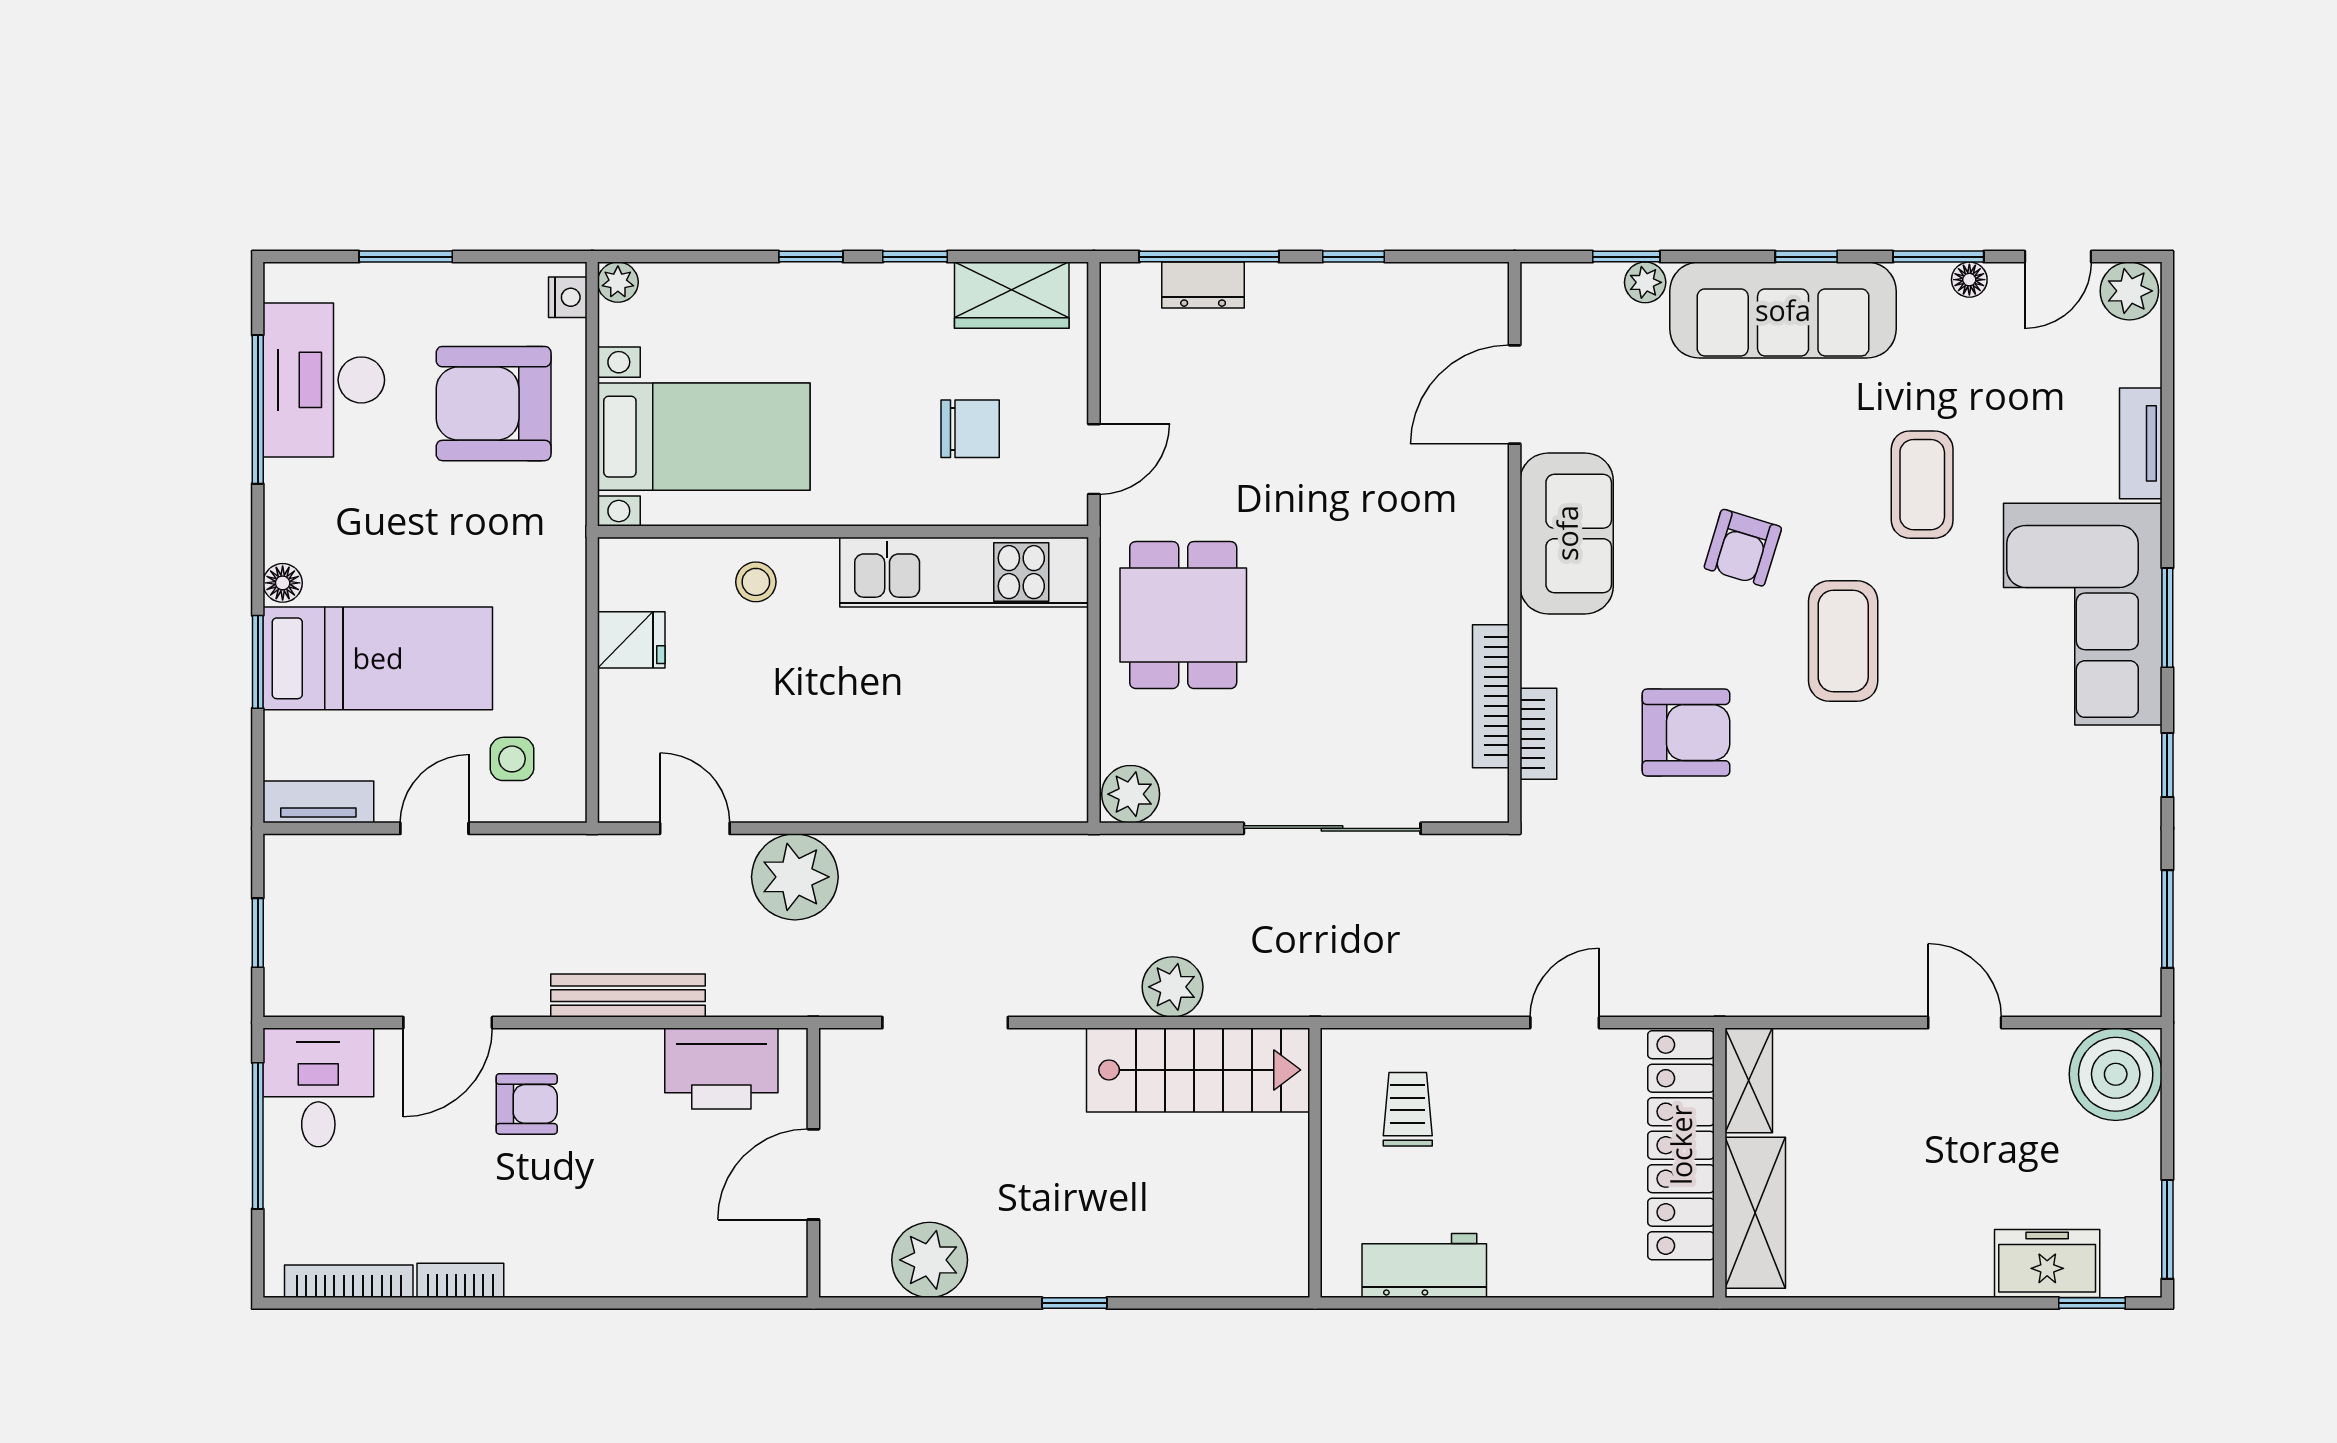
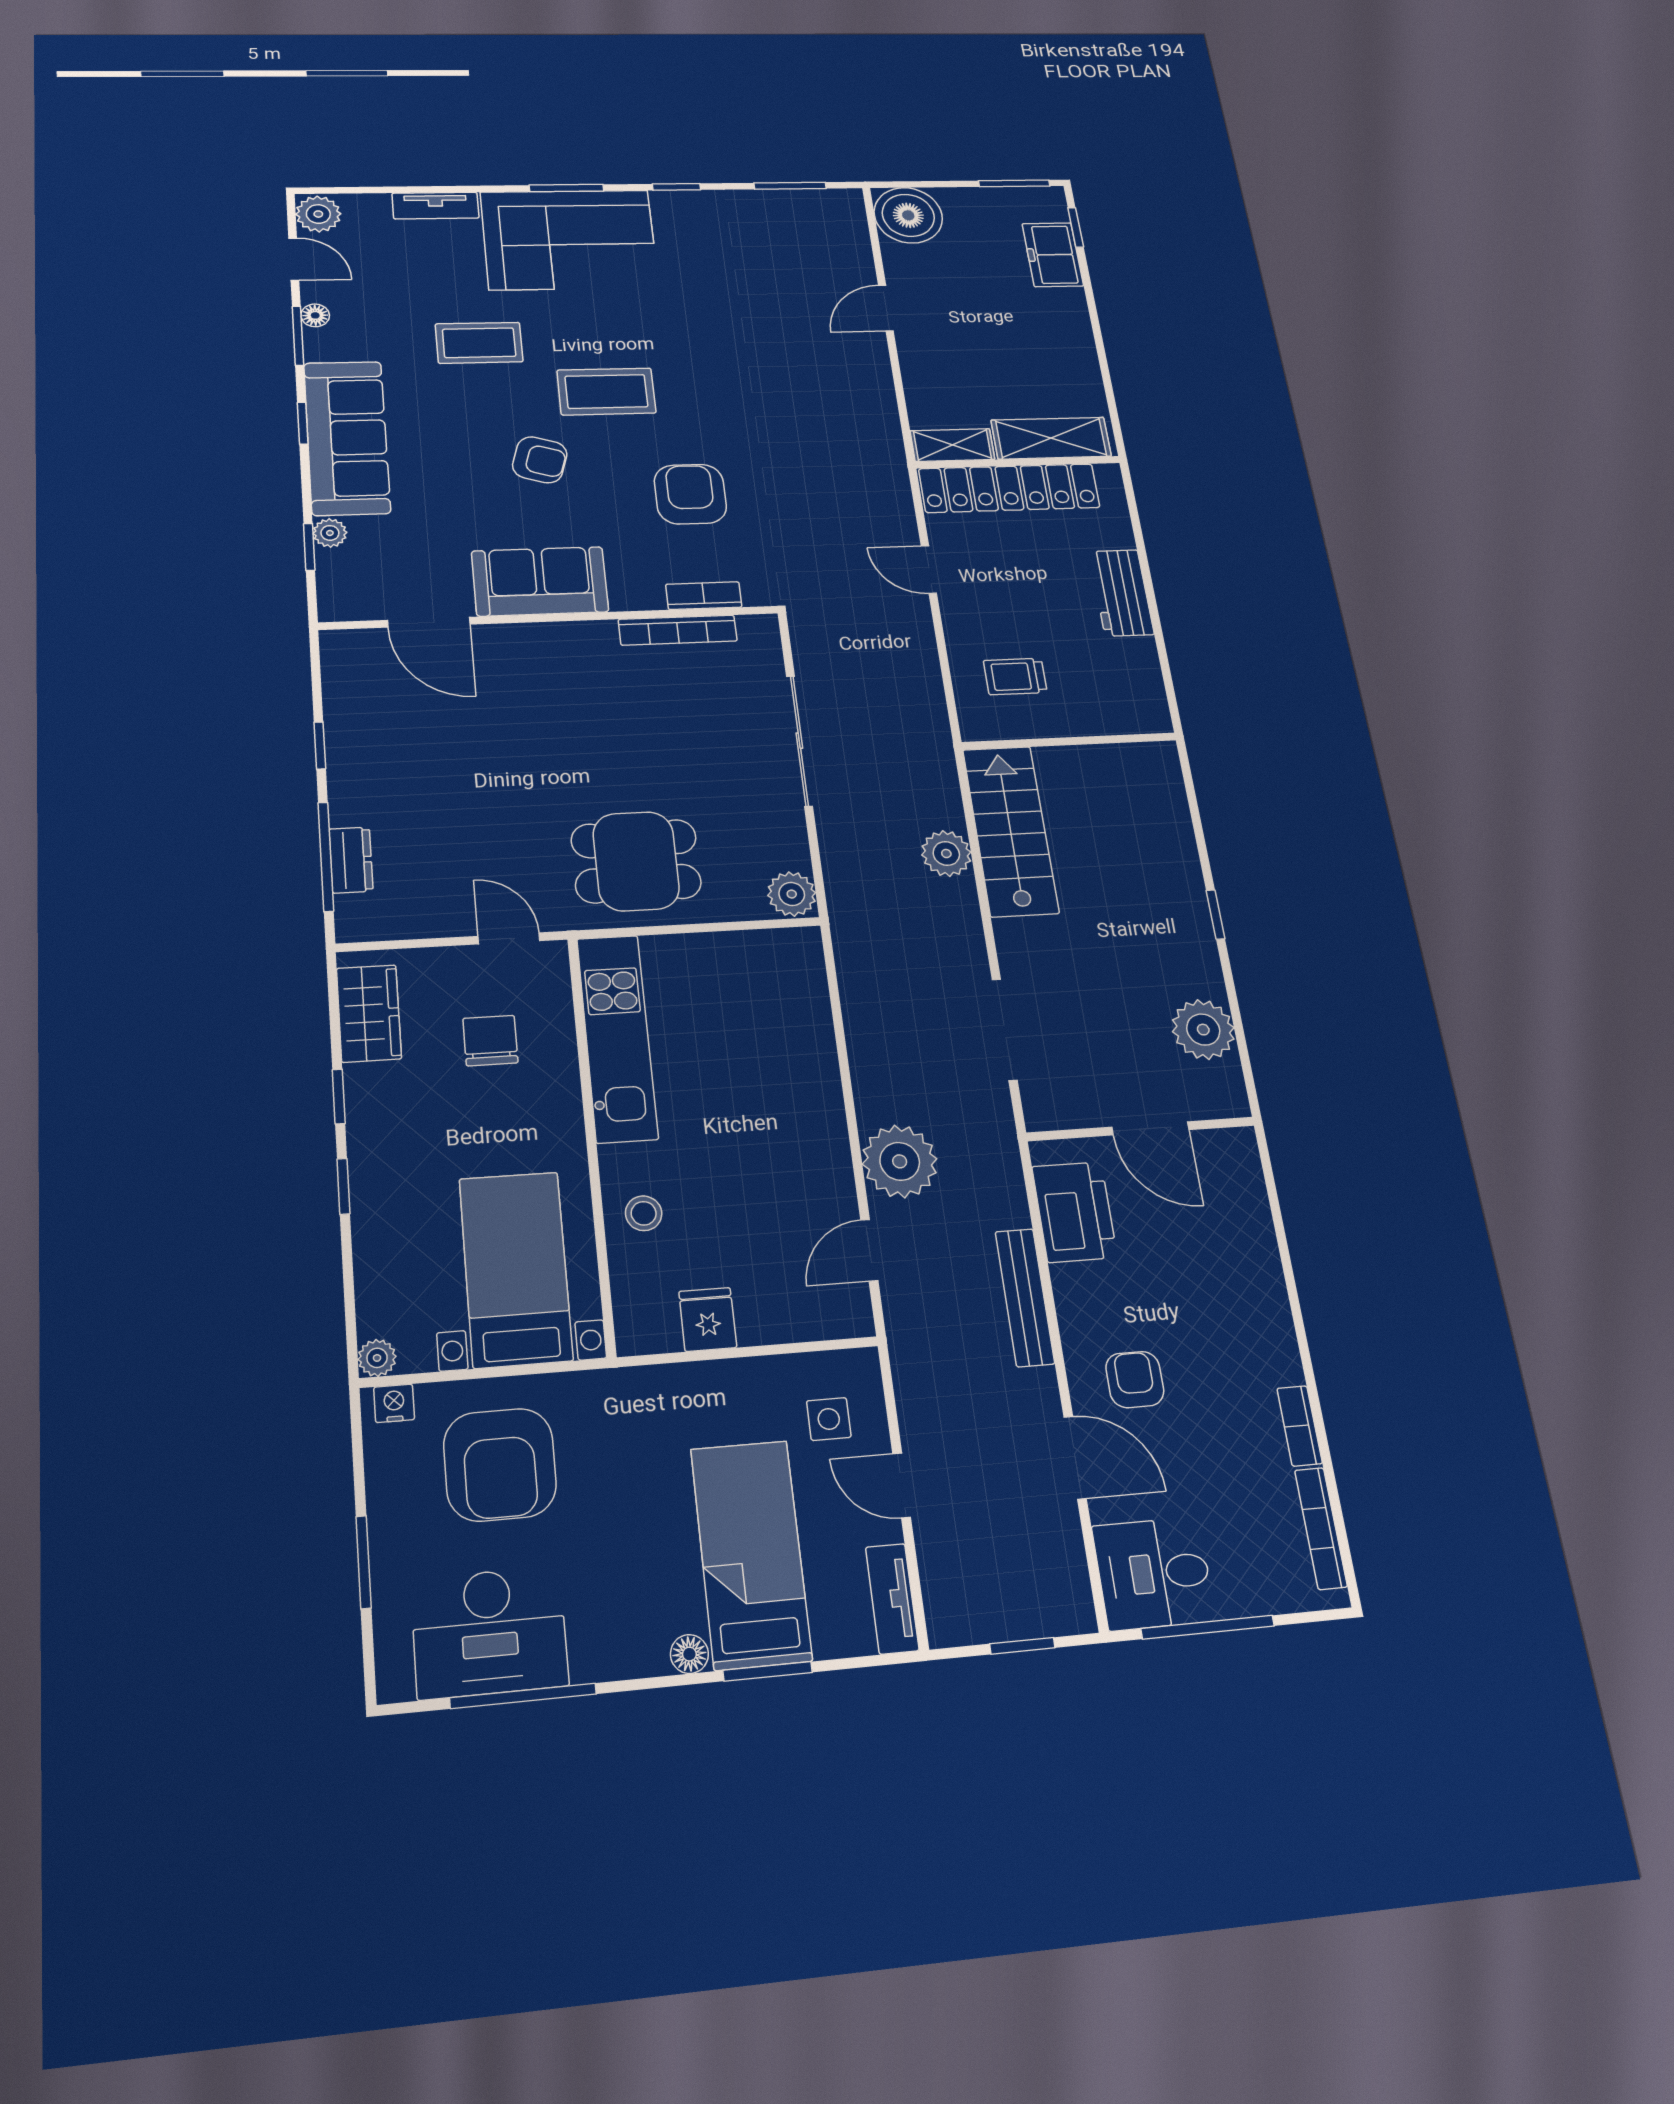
workbench: (1424, 1266) -> (1121, 593), moved

